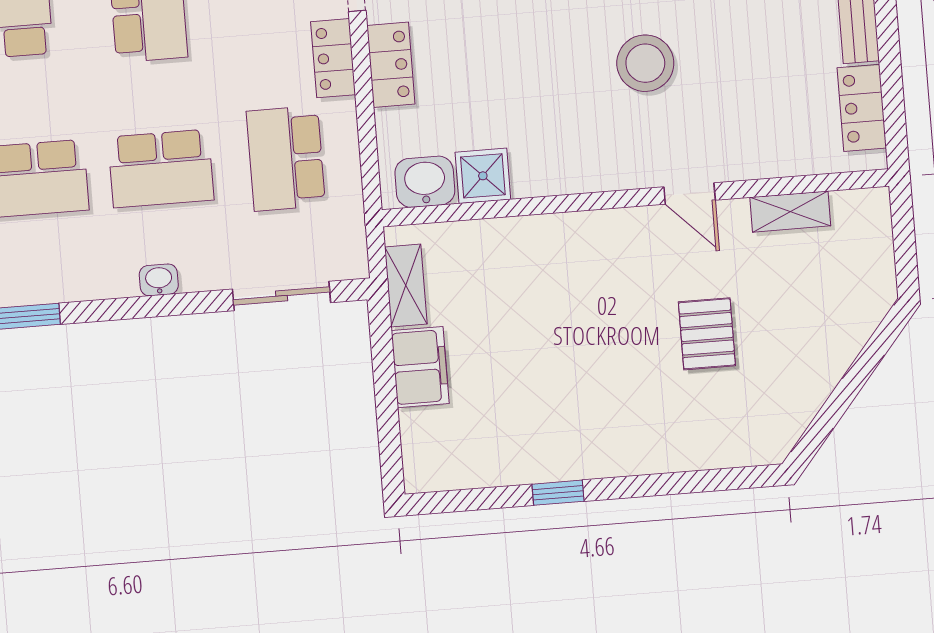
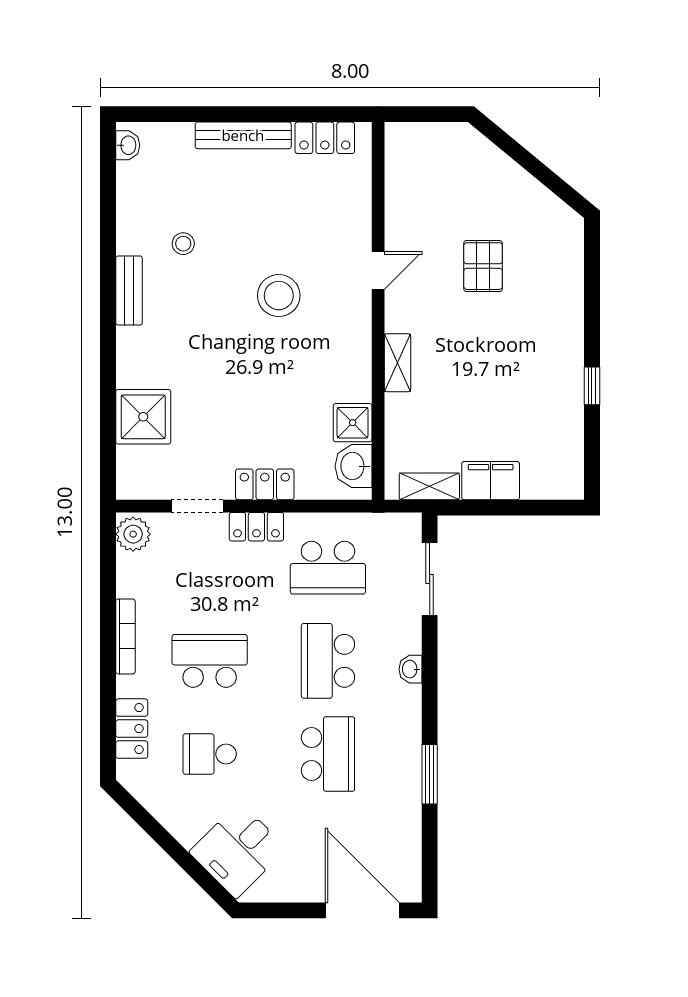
school desk: (161, 168) -> (328, 661), turned 180
shelving: (790, 212) -> (397, 363), moved
pallet: (707, 334) -> (483, 266), turned 90

